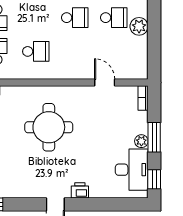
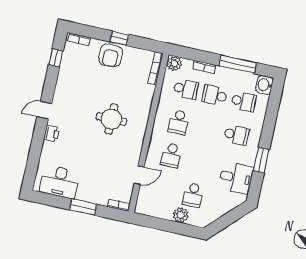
school desk: (75, 18) -> (171, 155), moved
round table: (49, 127) -> (111, 119), width x0.73, depth x0.73
plant: (141, 141) -> (82, 195), removed
window: (154, 179) -> (47, 199), removed

